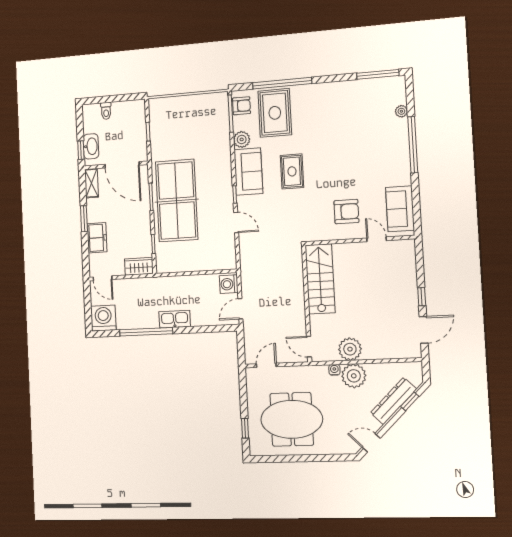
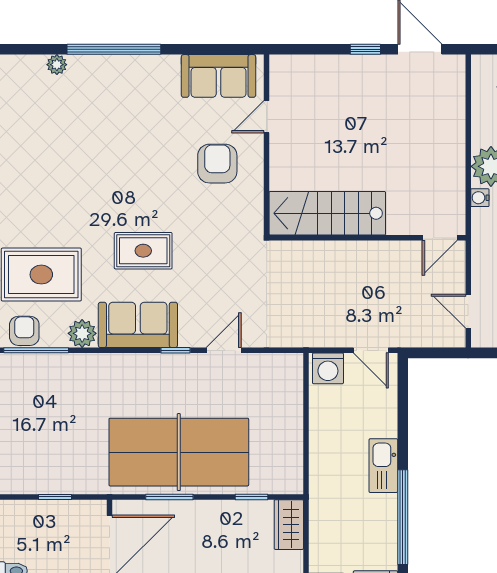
plant: (350, 349) -> (447, 170), removed

